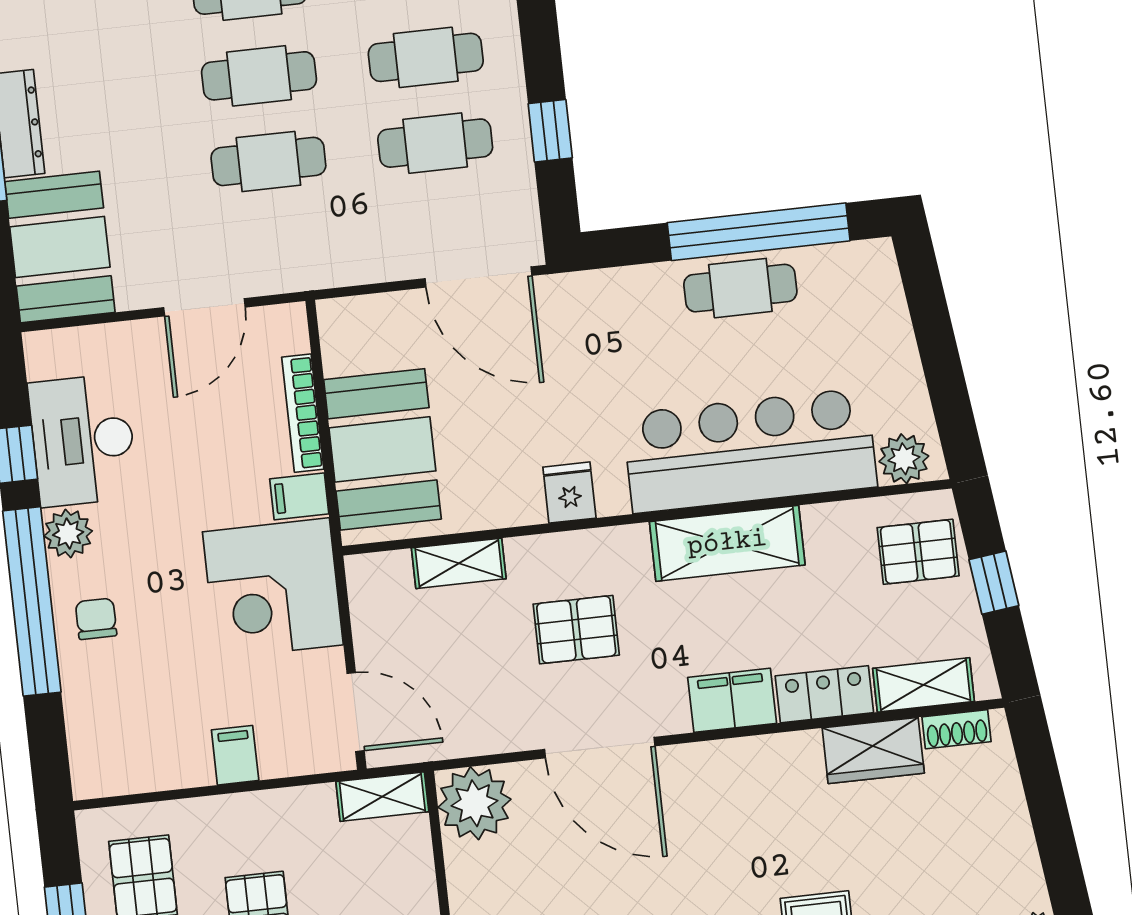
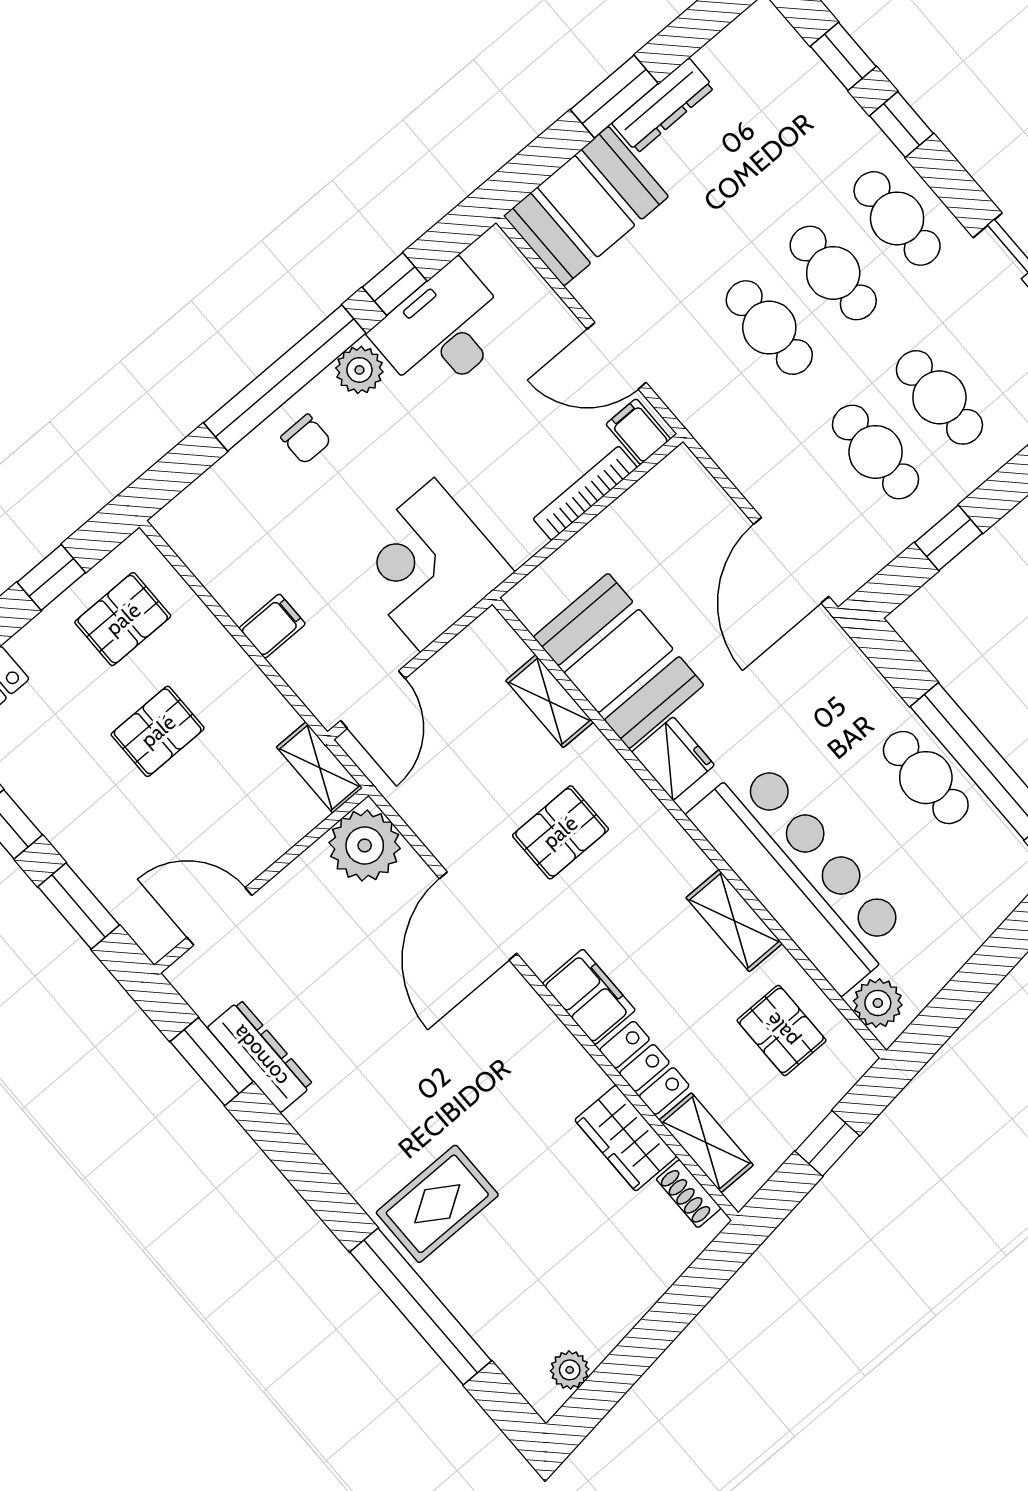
booth: (382, 449) -> (619, 661), moved, turned 90
fridge: (569, 493) -> (673, 759), width x1.38
filing cabinet: (299, 496) -> (638, 432), moved
shelving: (727, 543) -> (734, 921), width x0.67, depth x0.75
pallet: (918, 552) -> (782, 1030), moved
chair: (96, 619) -> (306, 439), turned 90
pallet: (576, 630) -> (560, 832), turned 90

